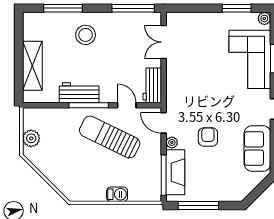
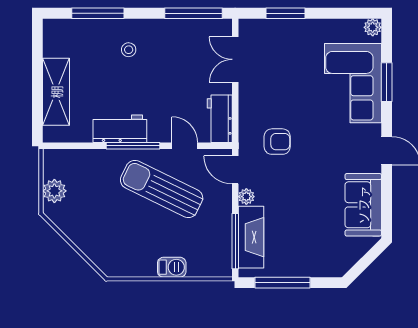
window: (237, 8) -> (286, 13), moved
stool: (86, 35) -> (129, 50), width x0.53, depth x0.53
armchair: (208, 137) -> (277, 142), moved, turned 90

